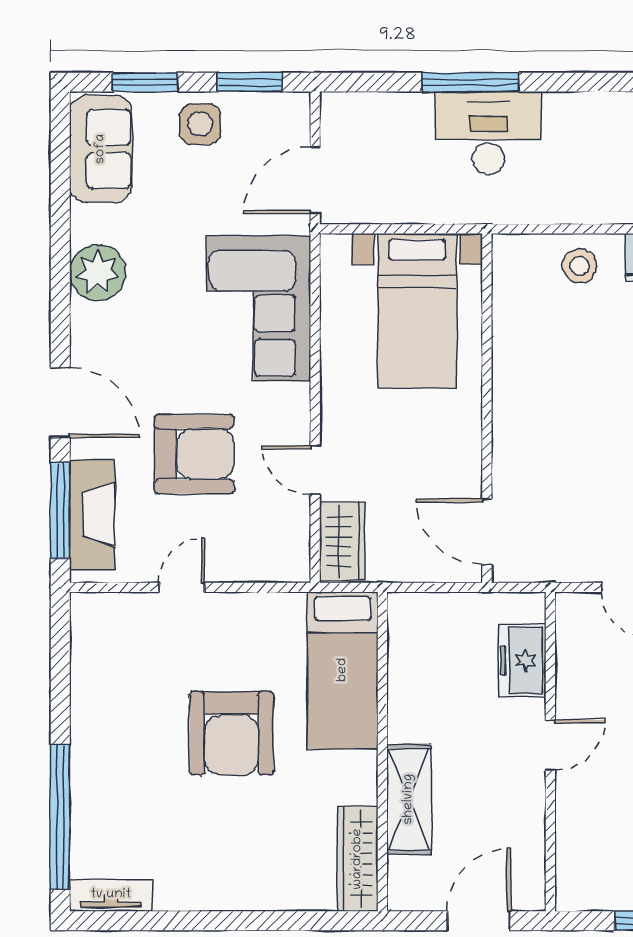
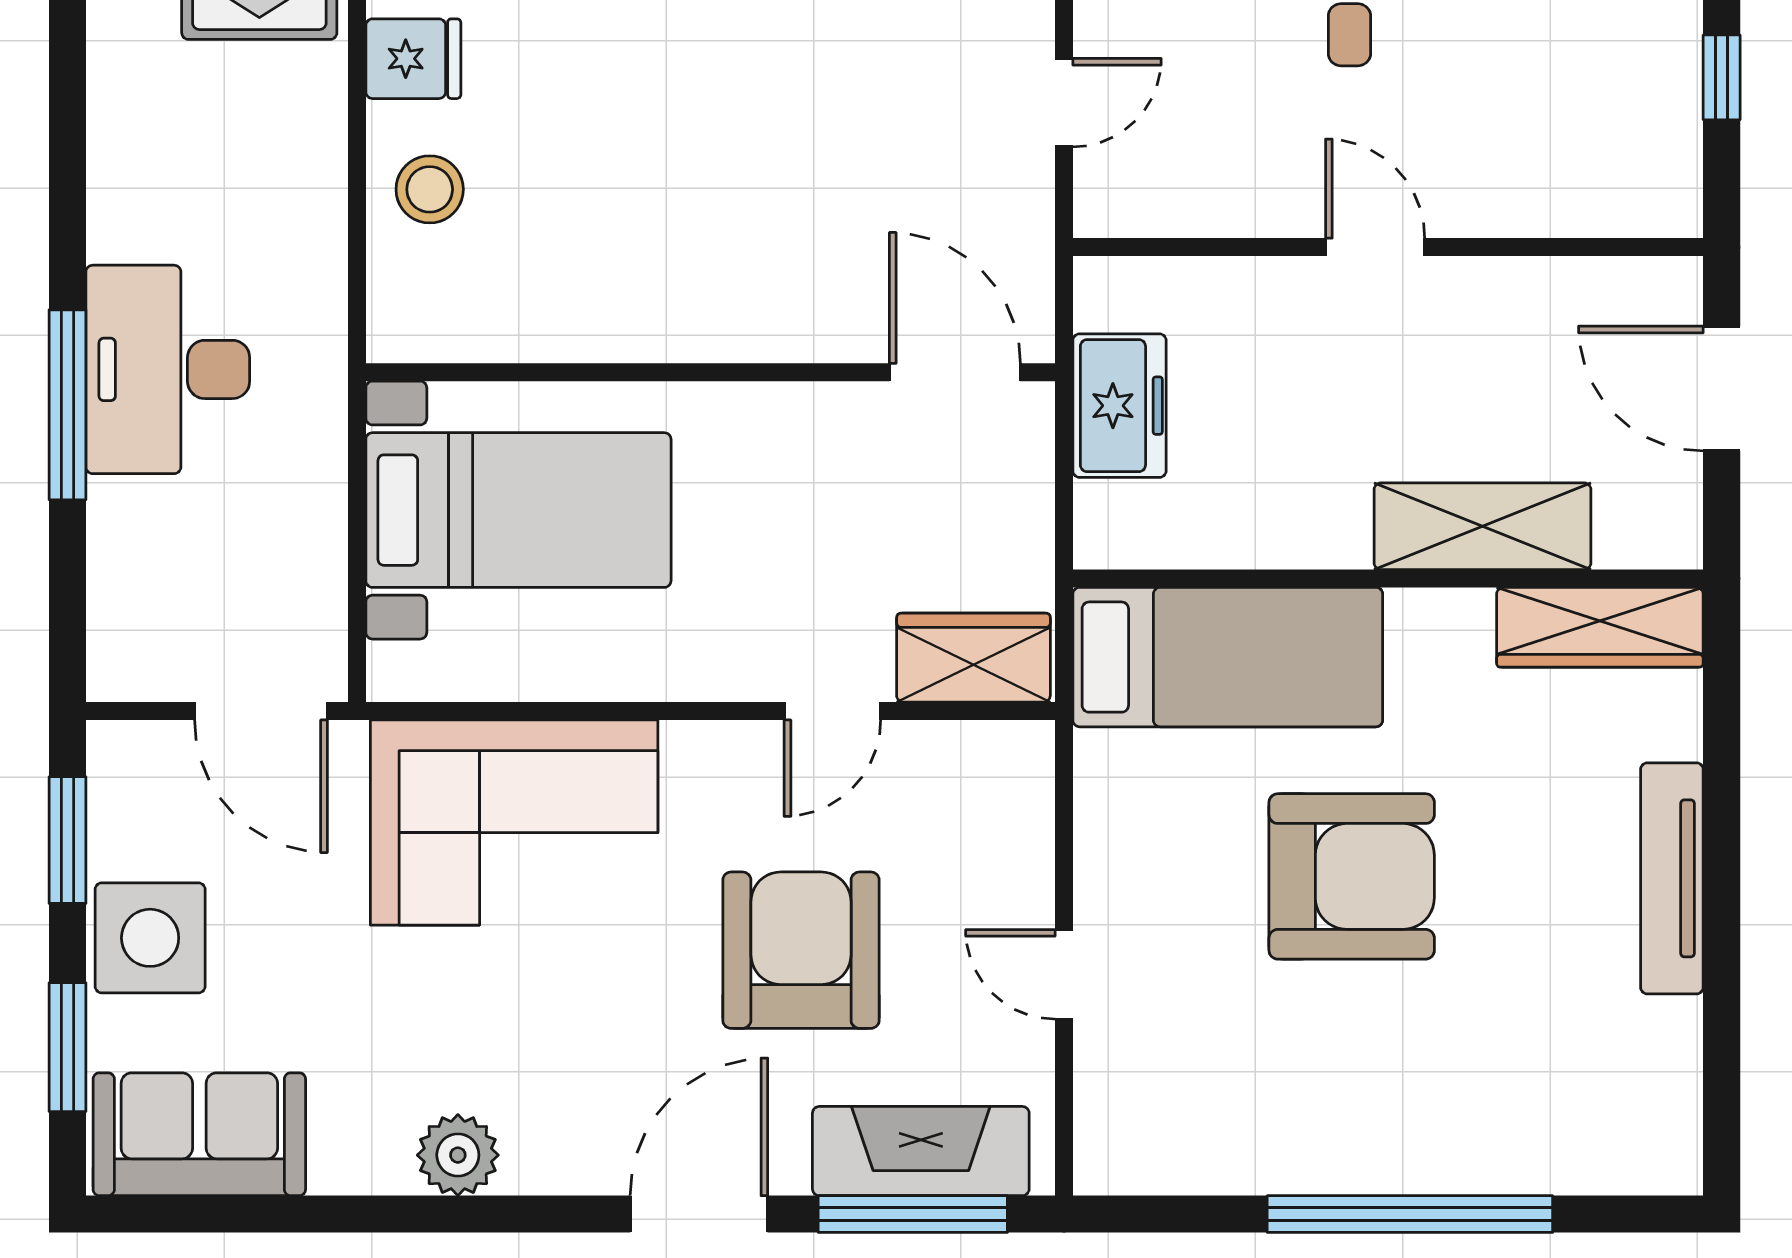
side table: (200, 124) -> (150, 938), width x1.37, depth x1.37
plant: (98, 273) -> (458, 1155), width x0.73, depth x0.73
door: (487, 532) -> (955, 372), swing flipped
freezer: (522, 661) -> (1119, 406), moved, turned -90
window: (60, 817) -> (1410, 1214), moved
tv unit: (111, 895) -> (1672, 878), moved, width x1.41

